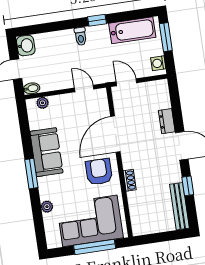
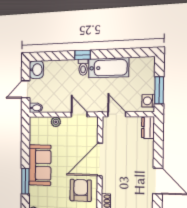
window: (97, 20) -> (82, 55), moved
bathtub: (132, 30) -> (109, 68), moved
window: (166, 37) -> (159, 90), moved
plant: (43, 103) -> (56, 122), moved
dresser: (167, 121) -> (148, 128), moved

